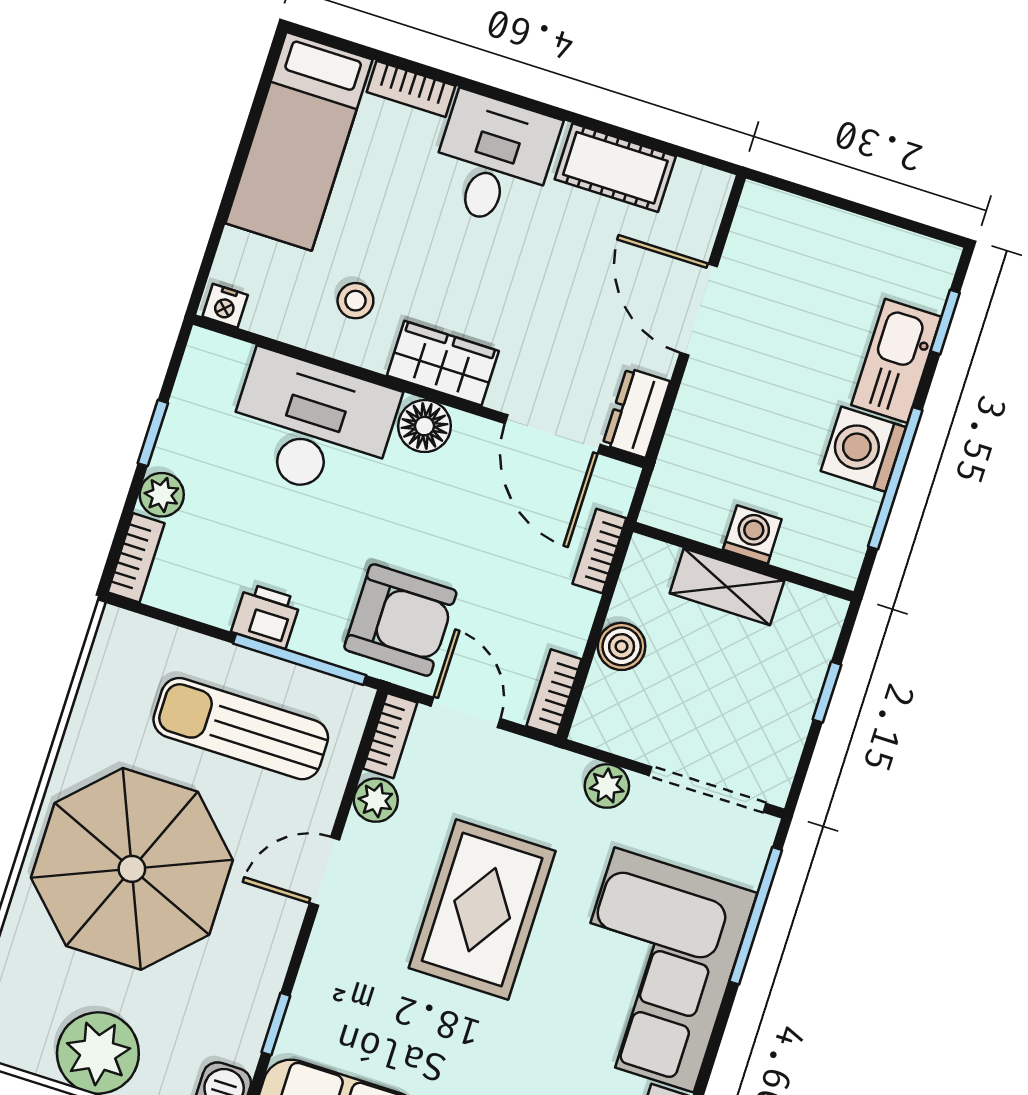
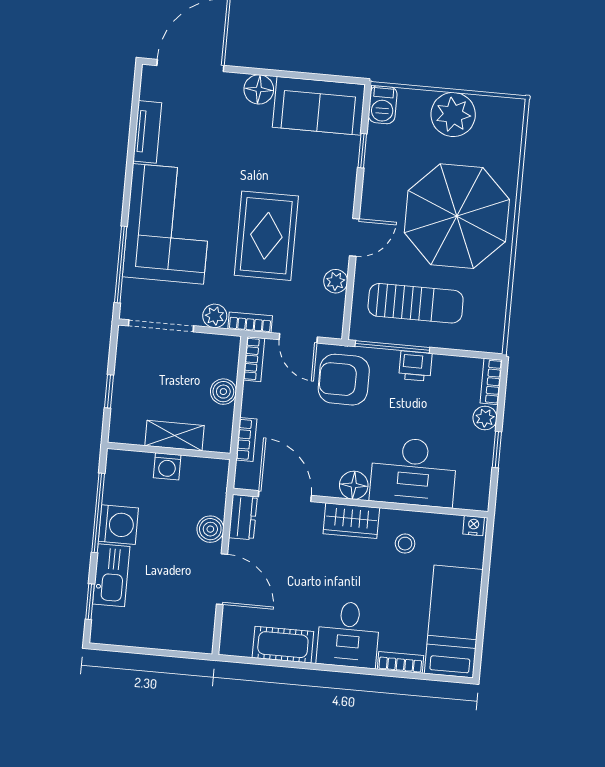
boiler: (700, 404) -> (210, 529), added
bookcase: (390, 736) -> (250, 322), moved, turned 90

